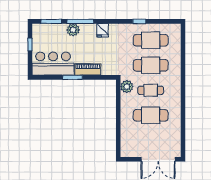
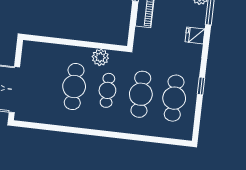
plant: (127, 87) -> (100, 57), moved

